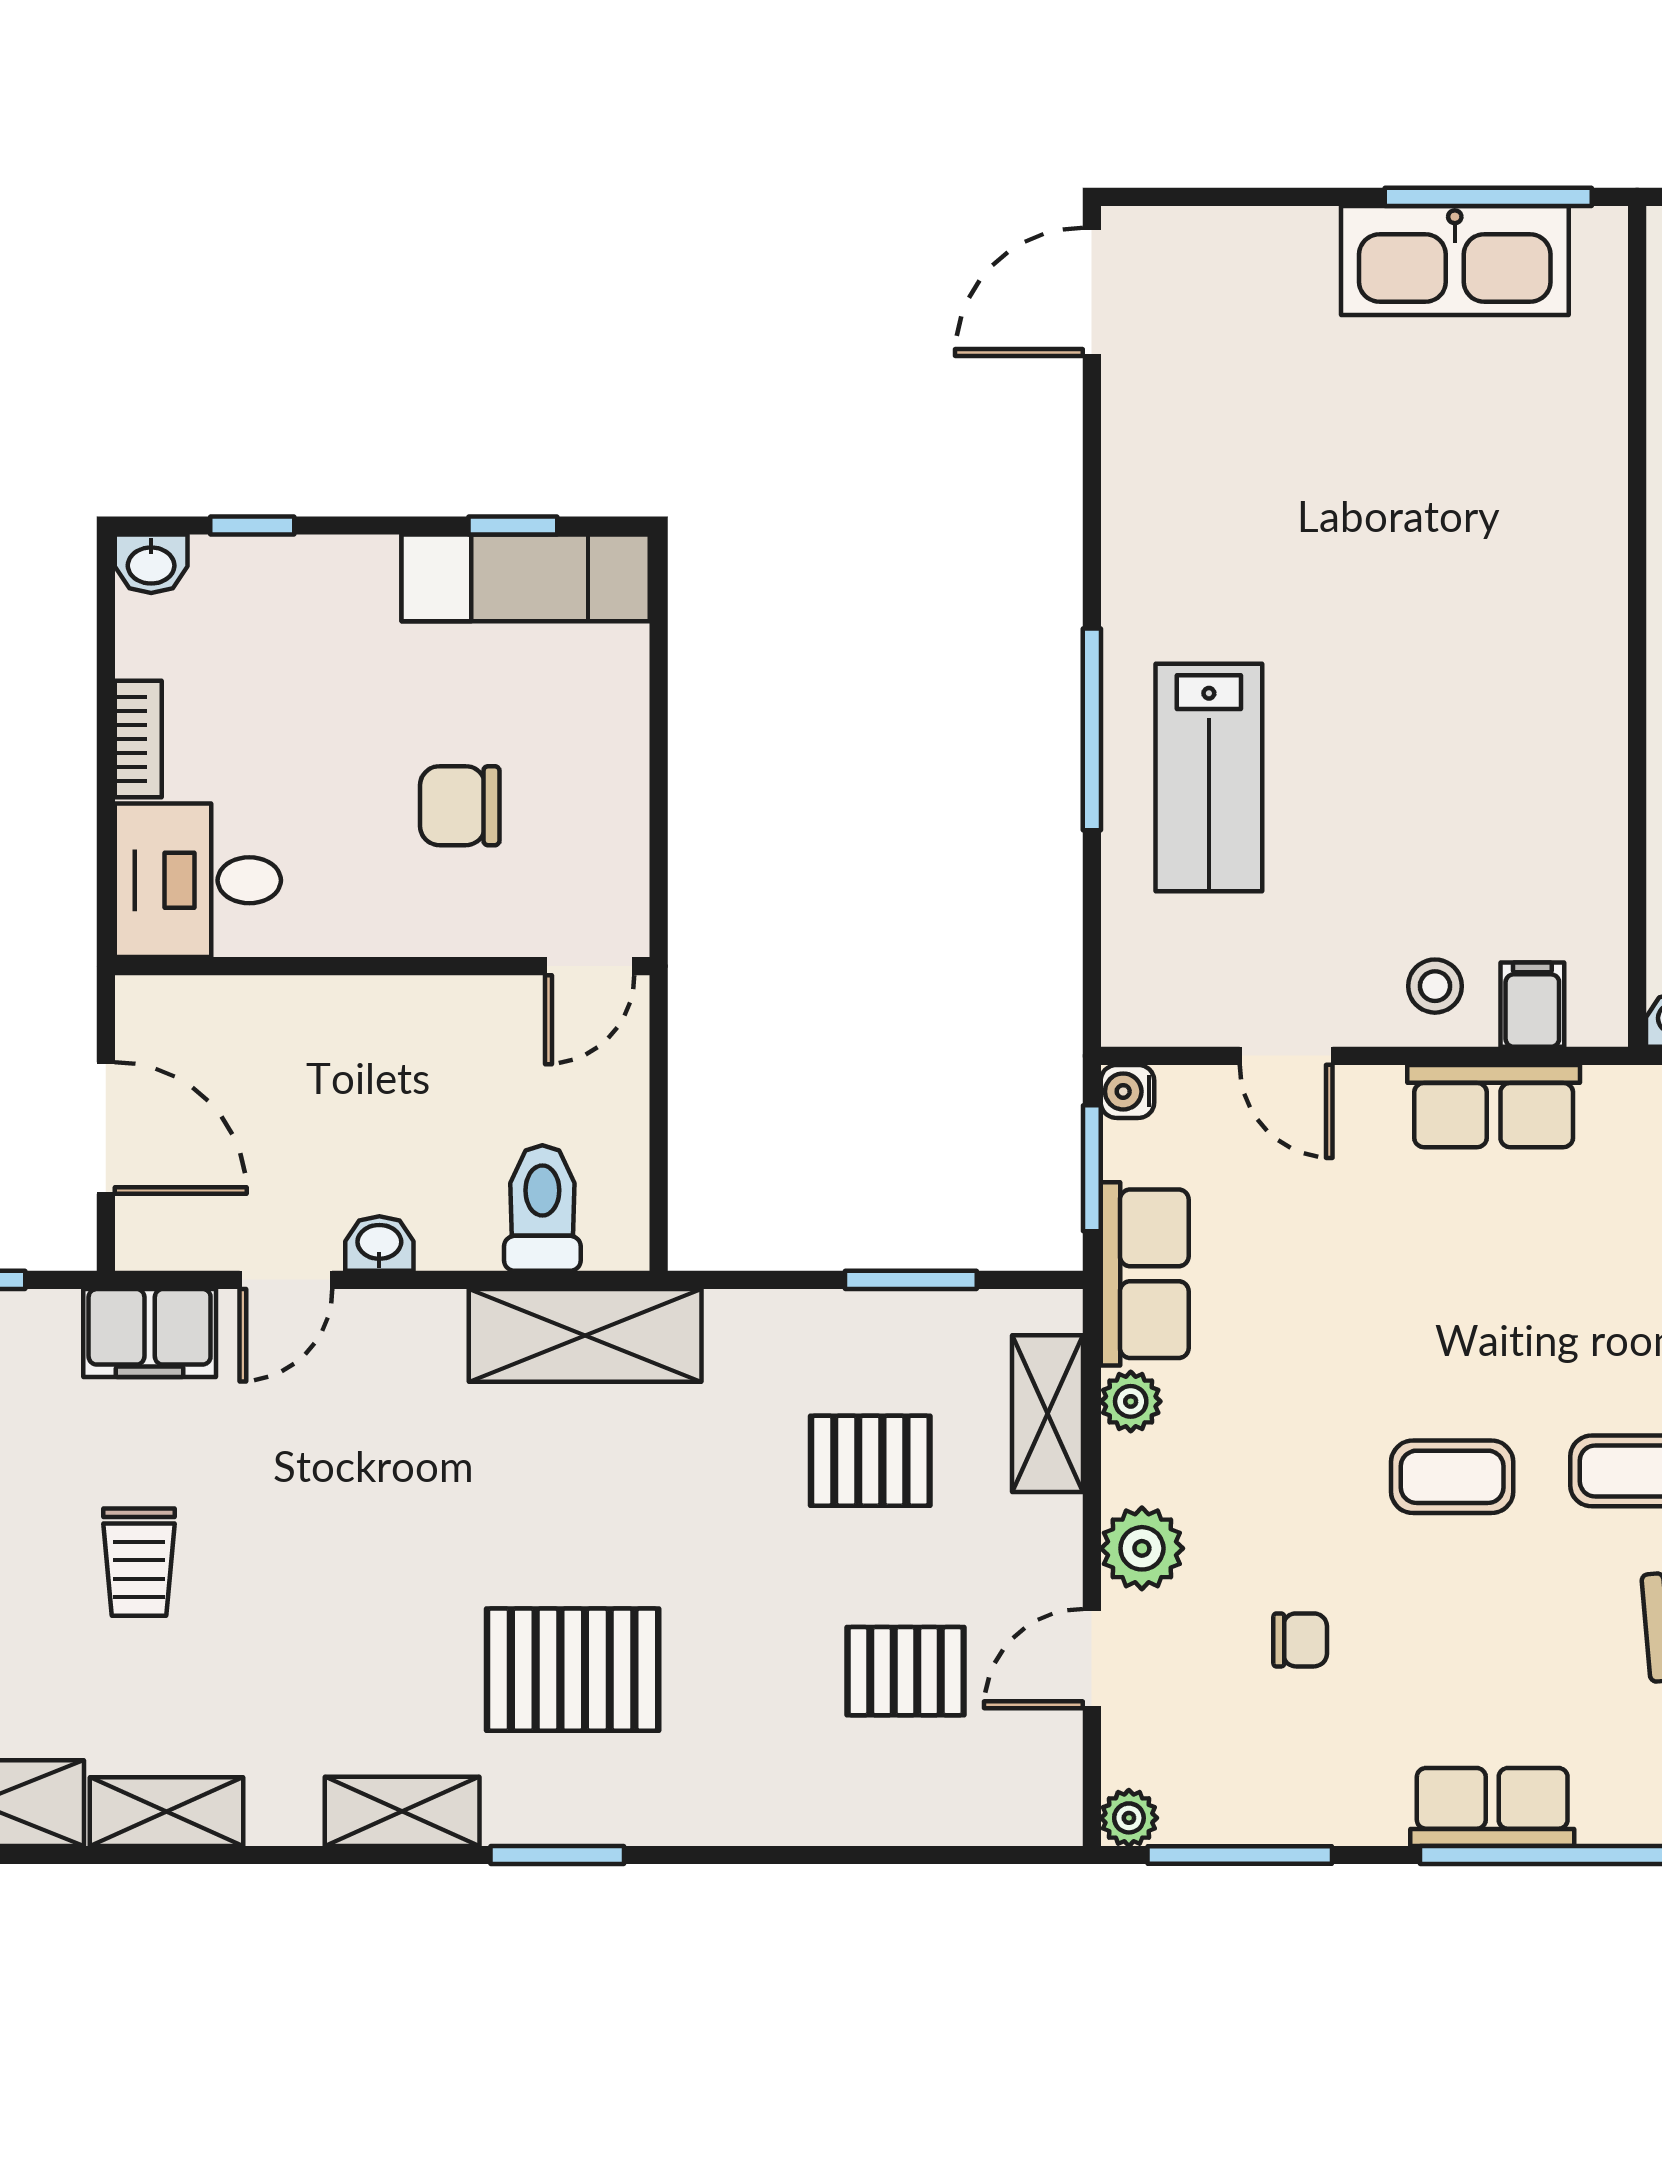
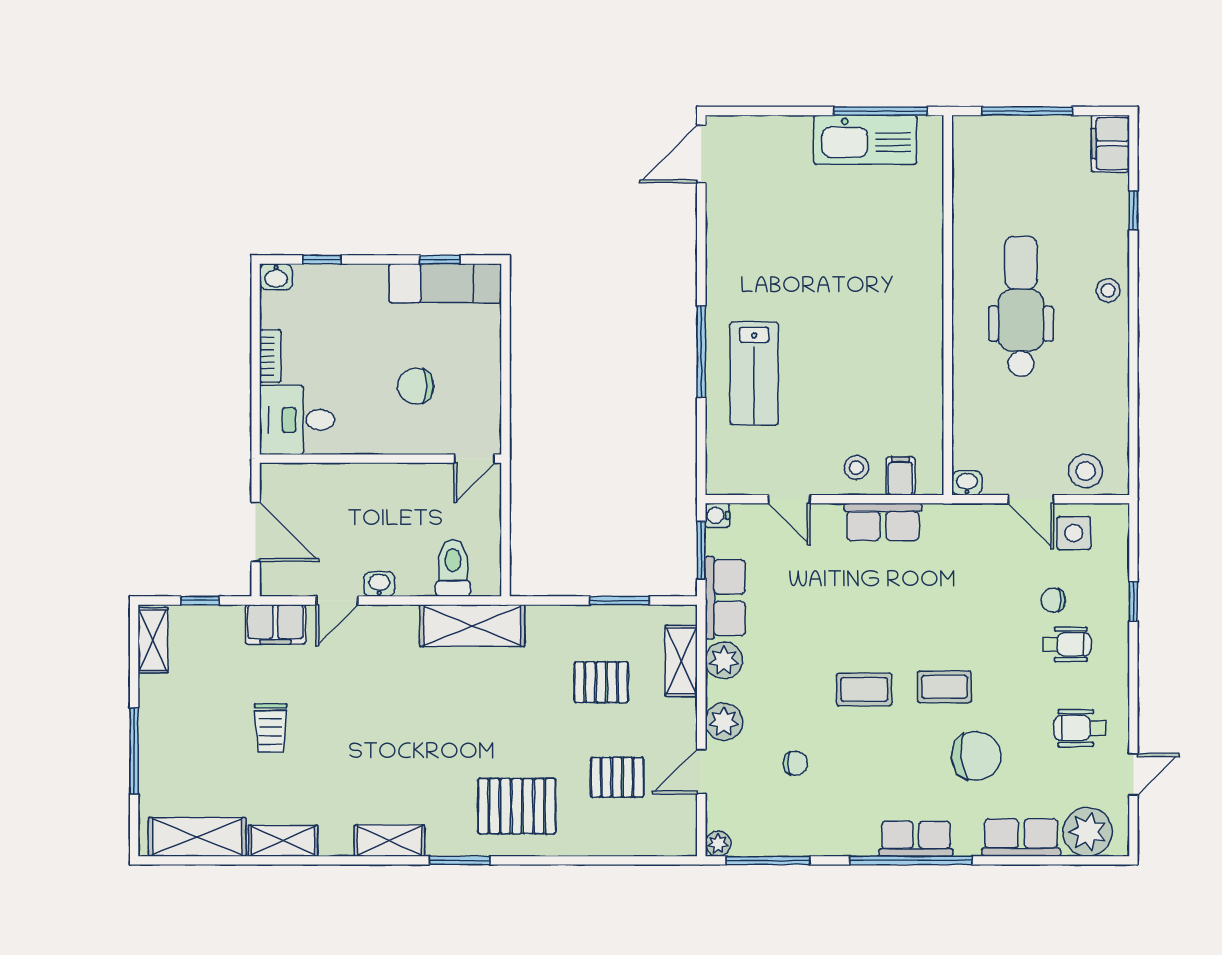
plant: (1131, 1401) -> (724, 660), width x1.38, depth x1.38
pallet: (573, 1670) -> (517, 806), moved
row of seats: (1492, 1807) -> (916, 839), moved

